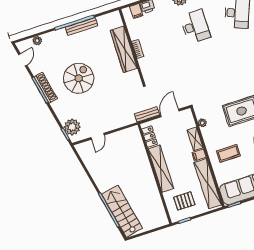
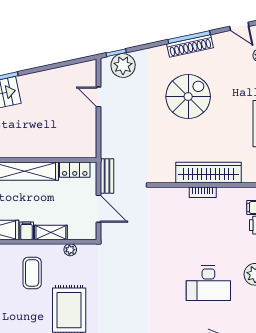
spiral stairs: (79, 78) -> (188, 97), turned -90
coffee table: (228, 153) -> (32, 273), moved

